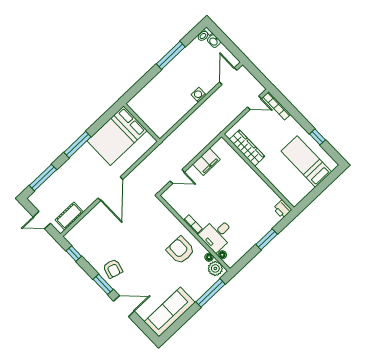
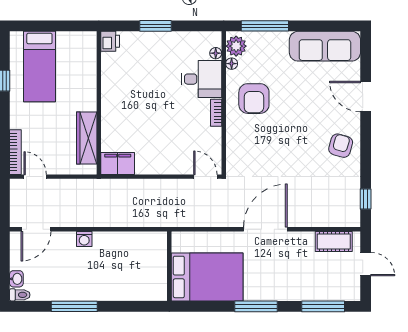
filing cabinet: (206, 162) -> (118, 163), moved
door: (177, 177) -> (205, 177), moved
window: (103, 284) -> (366, 139), removed

